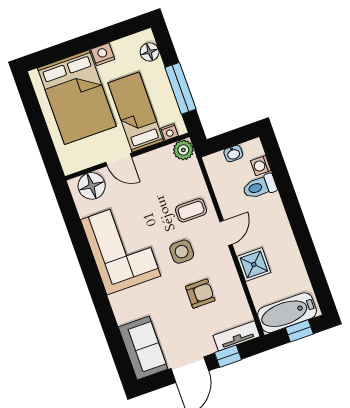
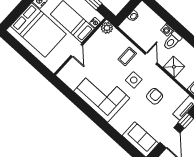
door: (119, 160) -> (77, 50), hinge flipped
washing machine: (261, 166) -> (167, 30), moved
floor lamp: (92, 186) -> (70, 71), removed
toilet: (260, 187) -> (172, 41), moved

